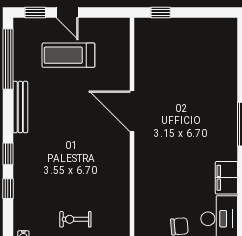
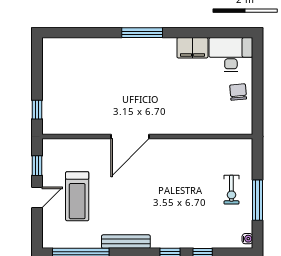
window: (35, 12) -> (37, 166), moved

